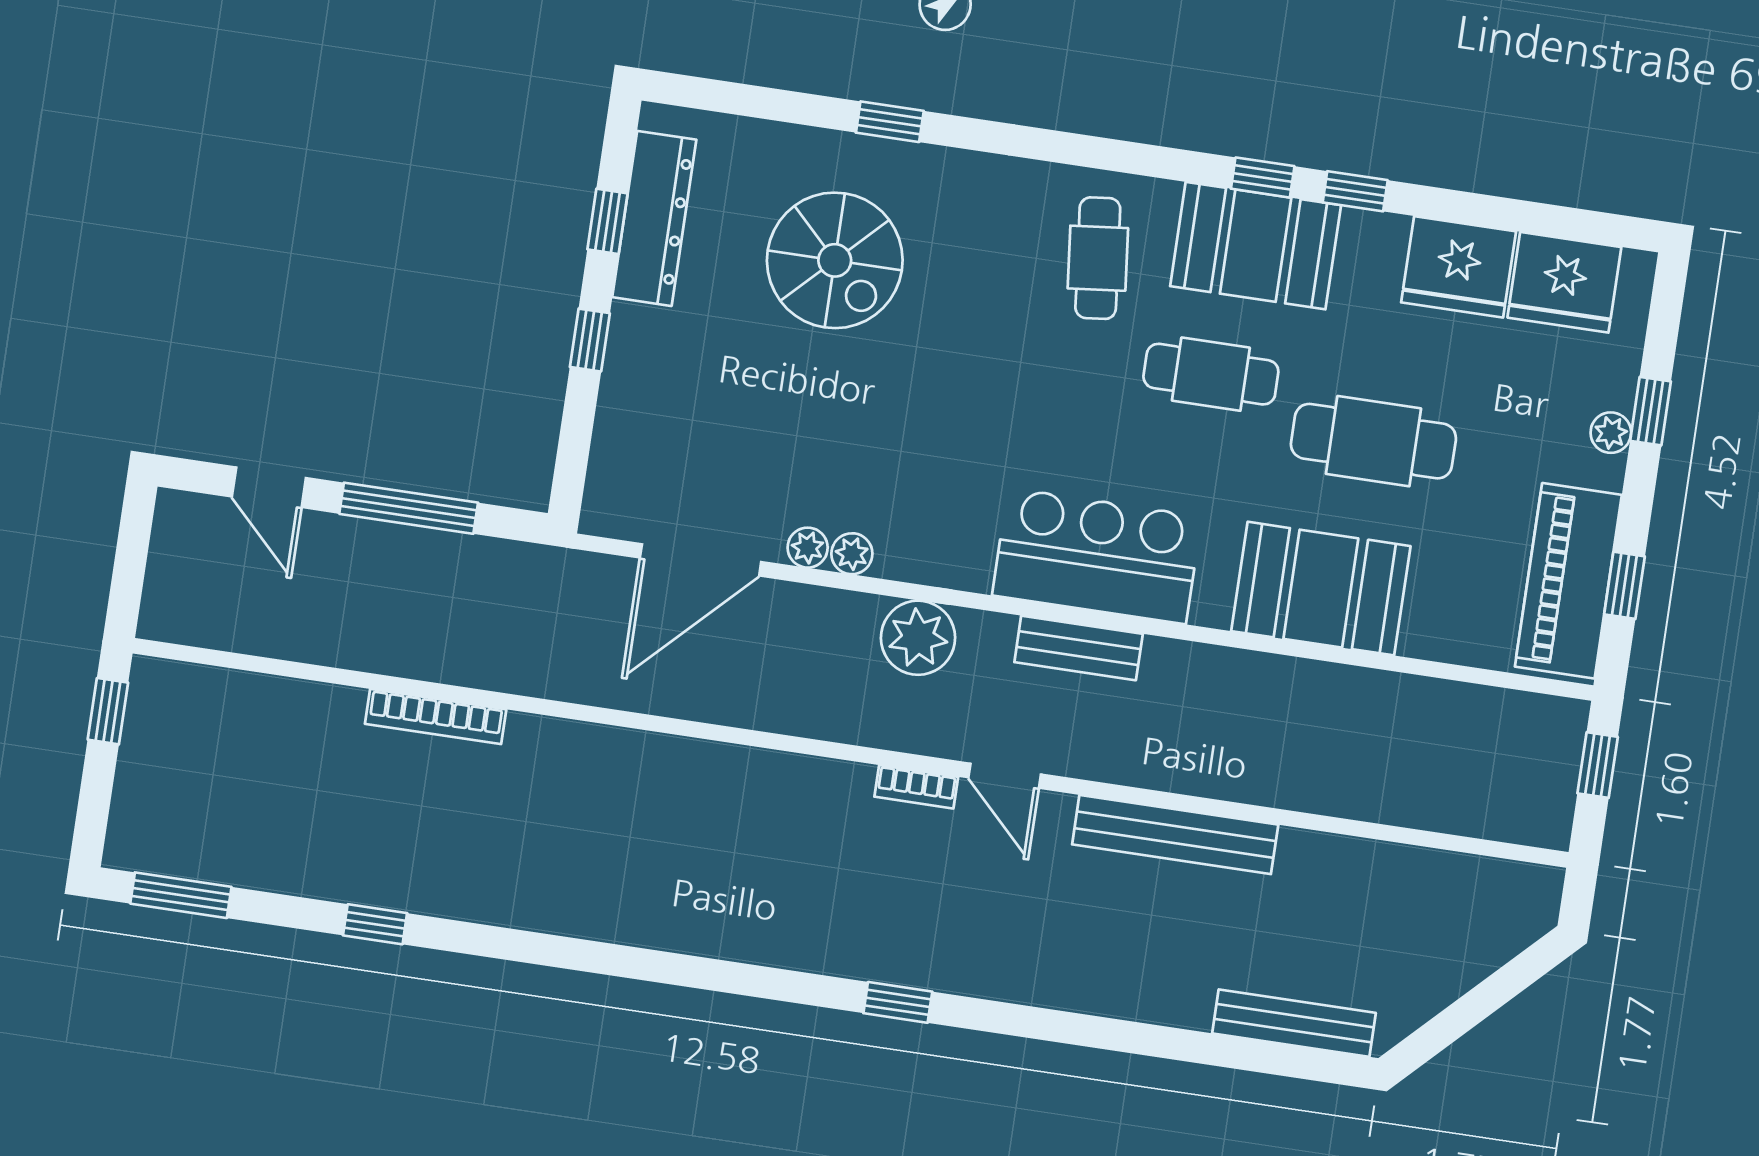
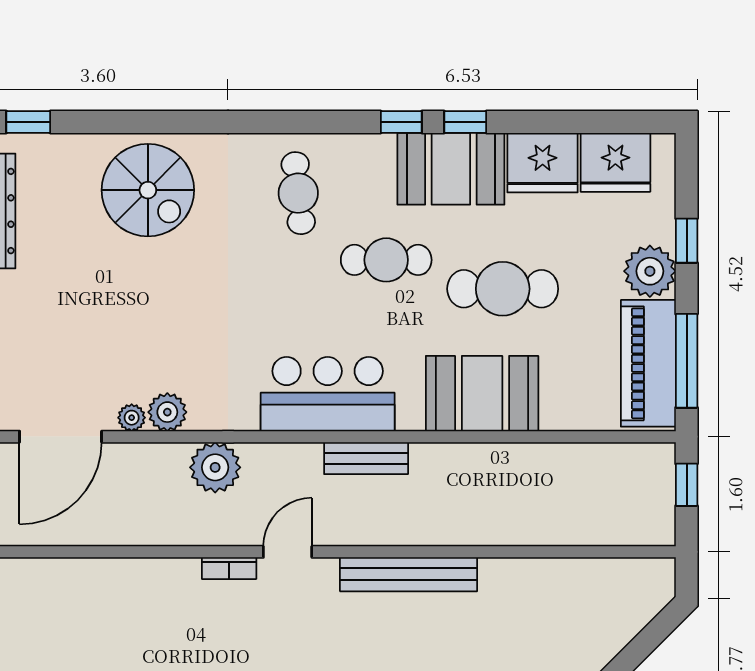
window: (890, 122) -> (28, 122), moved
booth: (1256, 246) -> (451, 169), moved
spiral stairs: (835, 260) -> (148, 190), moved
plant: (1611, 433) -> (650, 271), width x1.88, depth x1.88
plant: (852, 554) -> (167, 412), width x1.38, depth x1.38
window: (1624, 585) -> (687, 361), width x2.17
bench: (1079, 648) -> (366, 458), moved
door: (1005, 776) -> (288, 552), swing flipped

